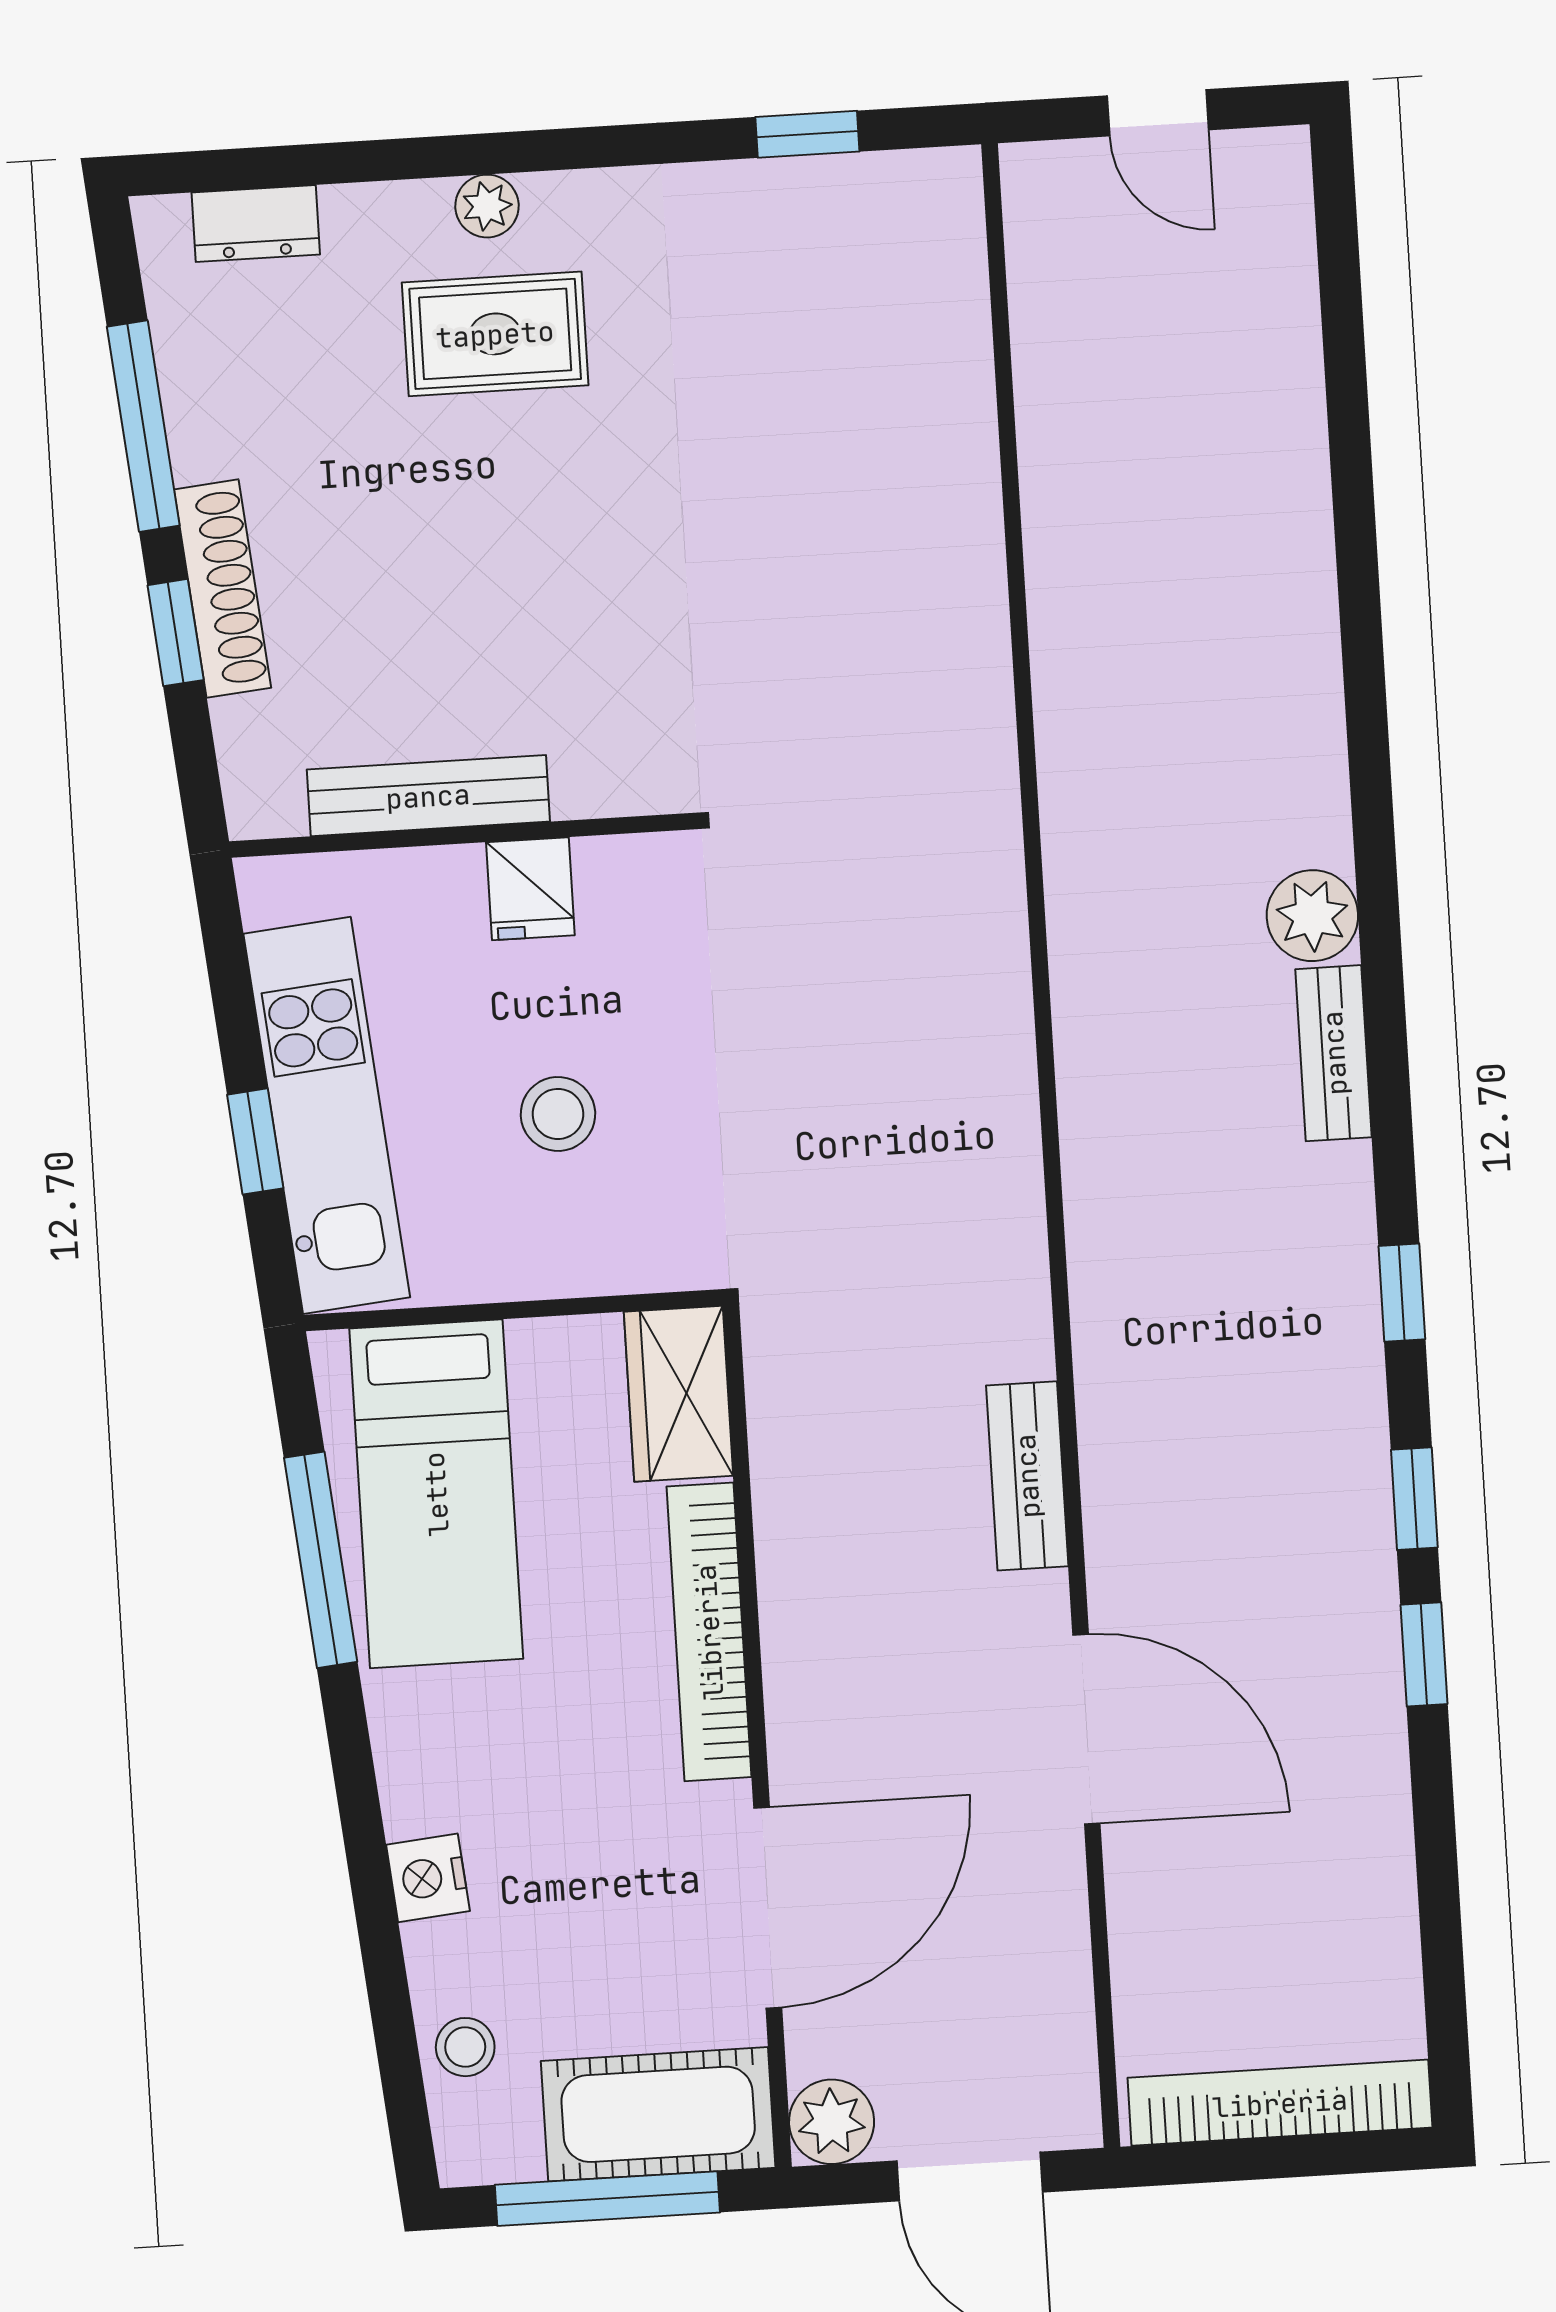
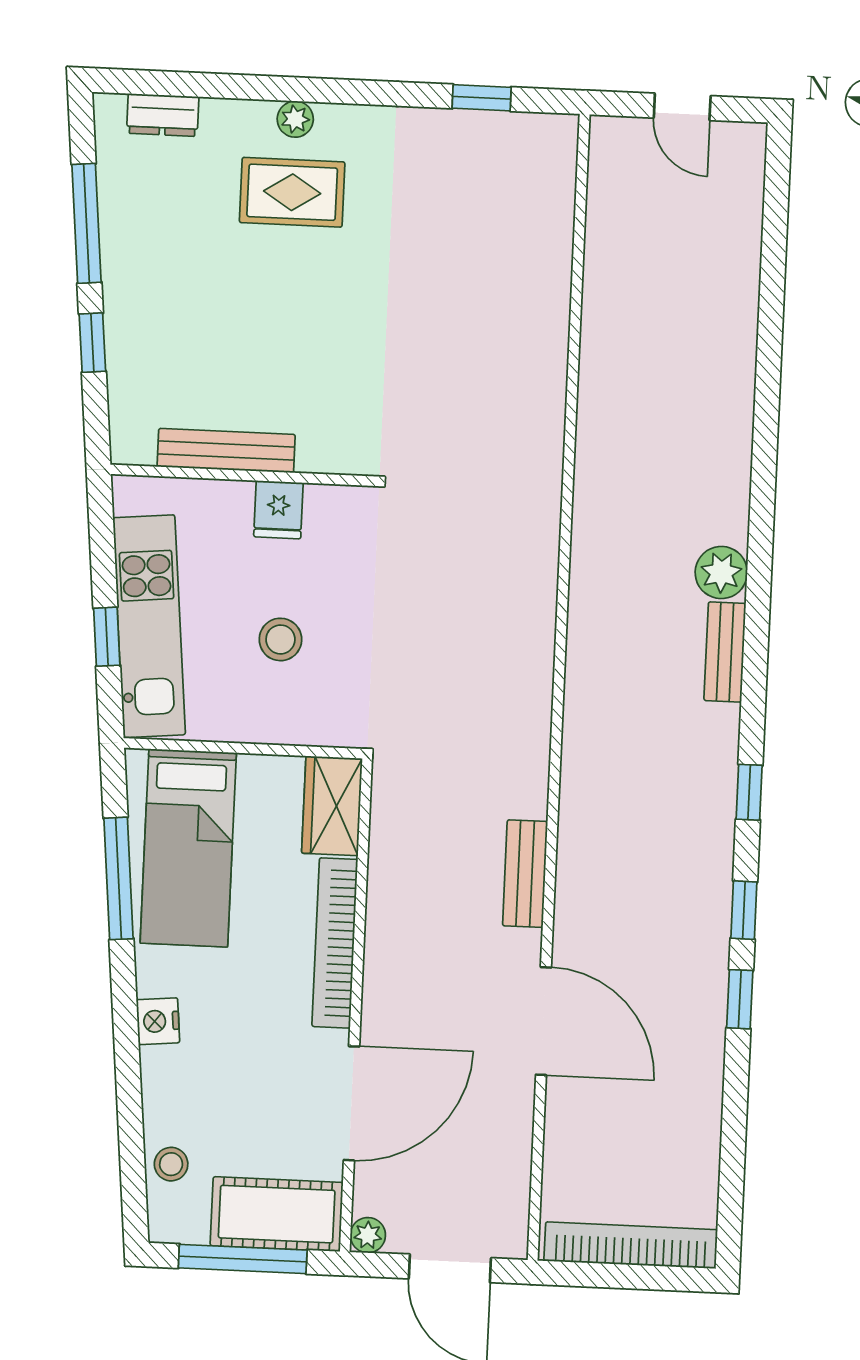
shoe rack: (223, 589) -> (122, 320), removed
nightstand: (428, 1878) -> (158, 1021), moved
plant: (832, 2122) -> (368, 1235), width x0.73, depth x0.73

